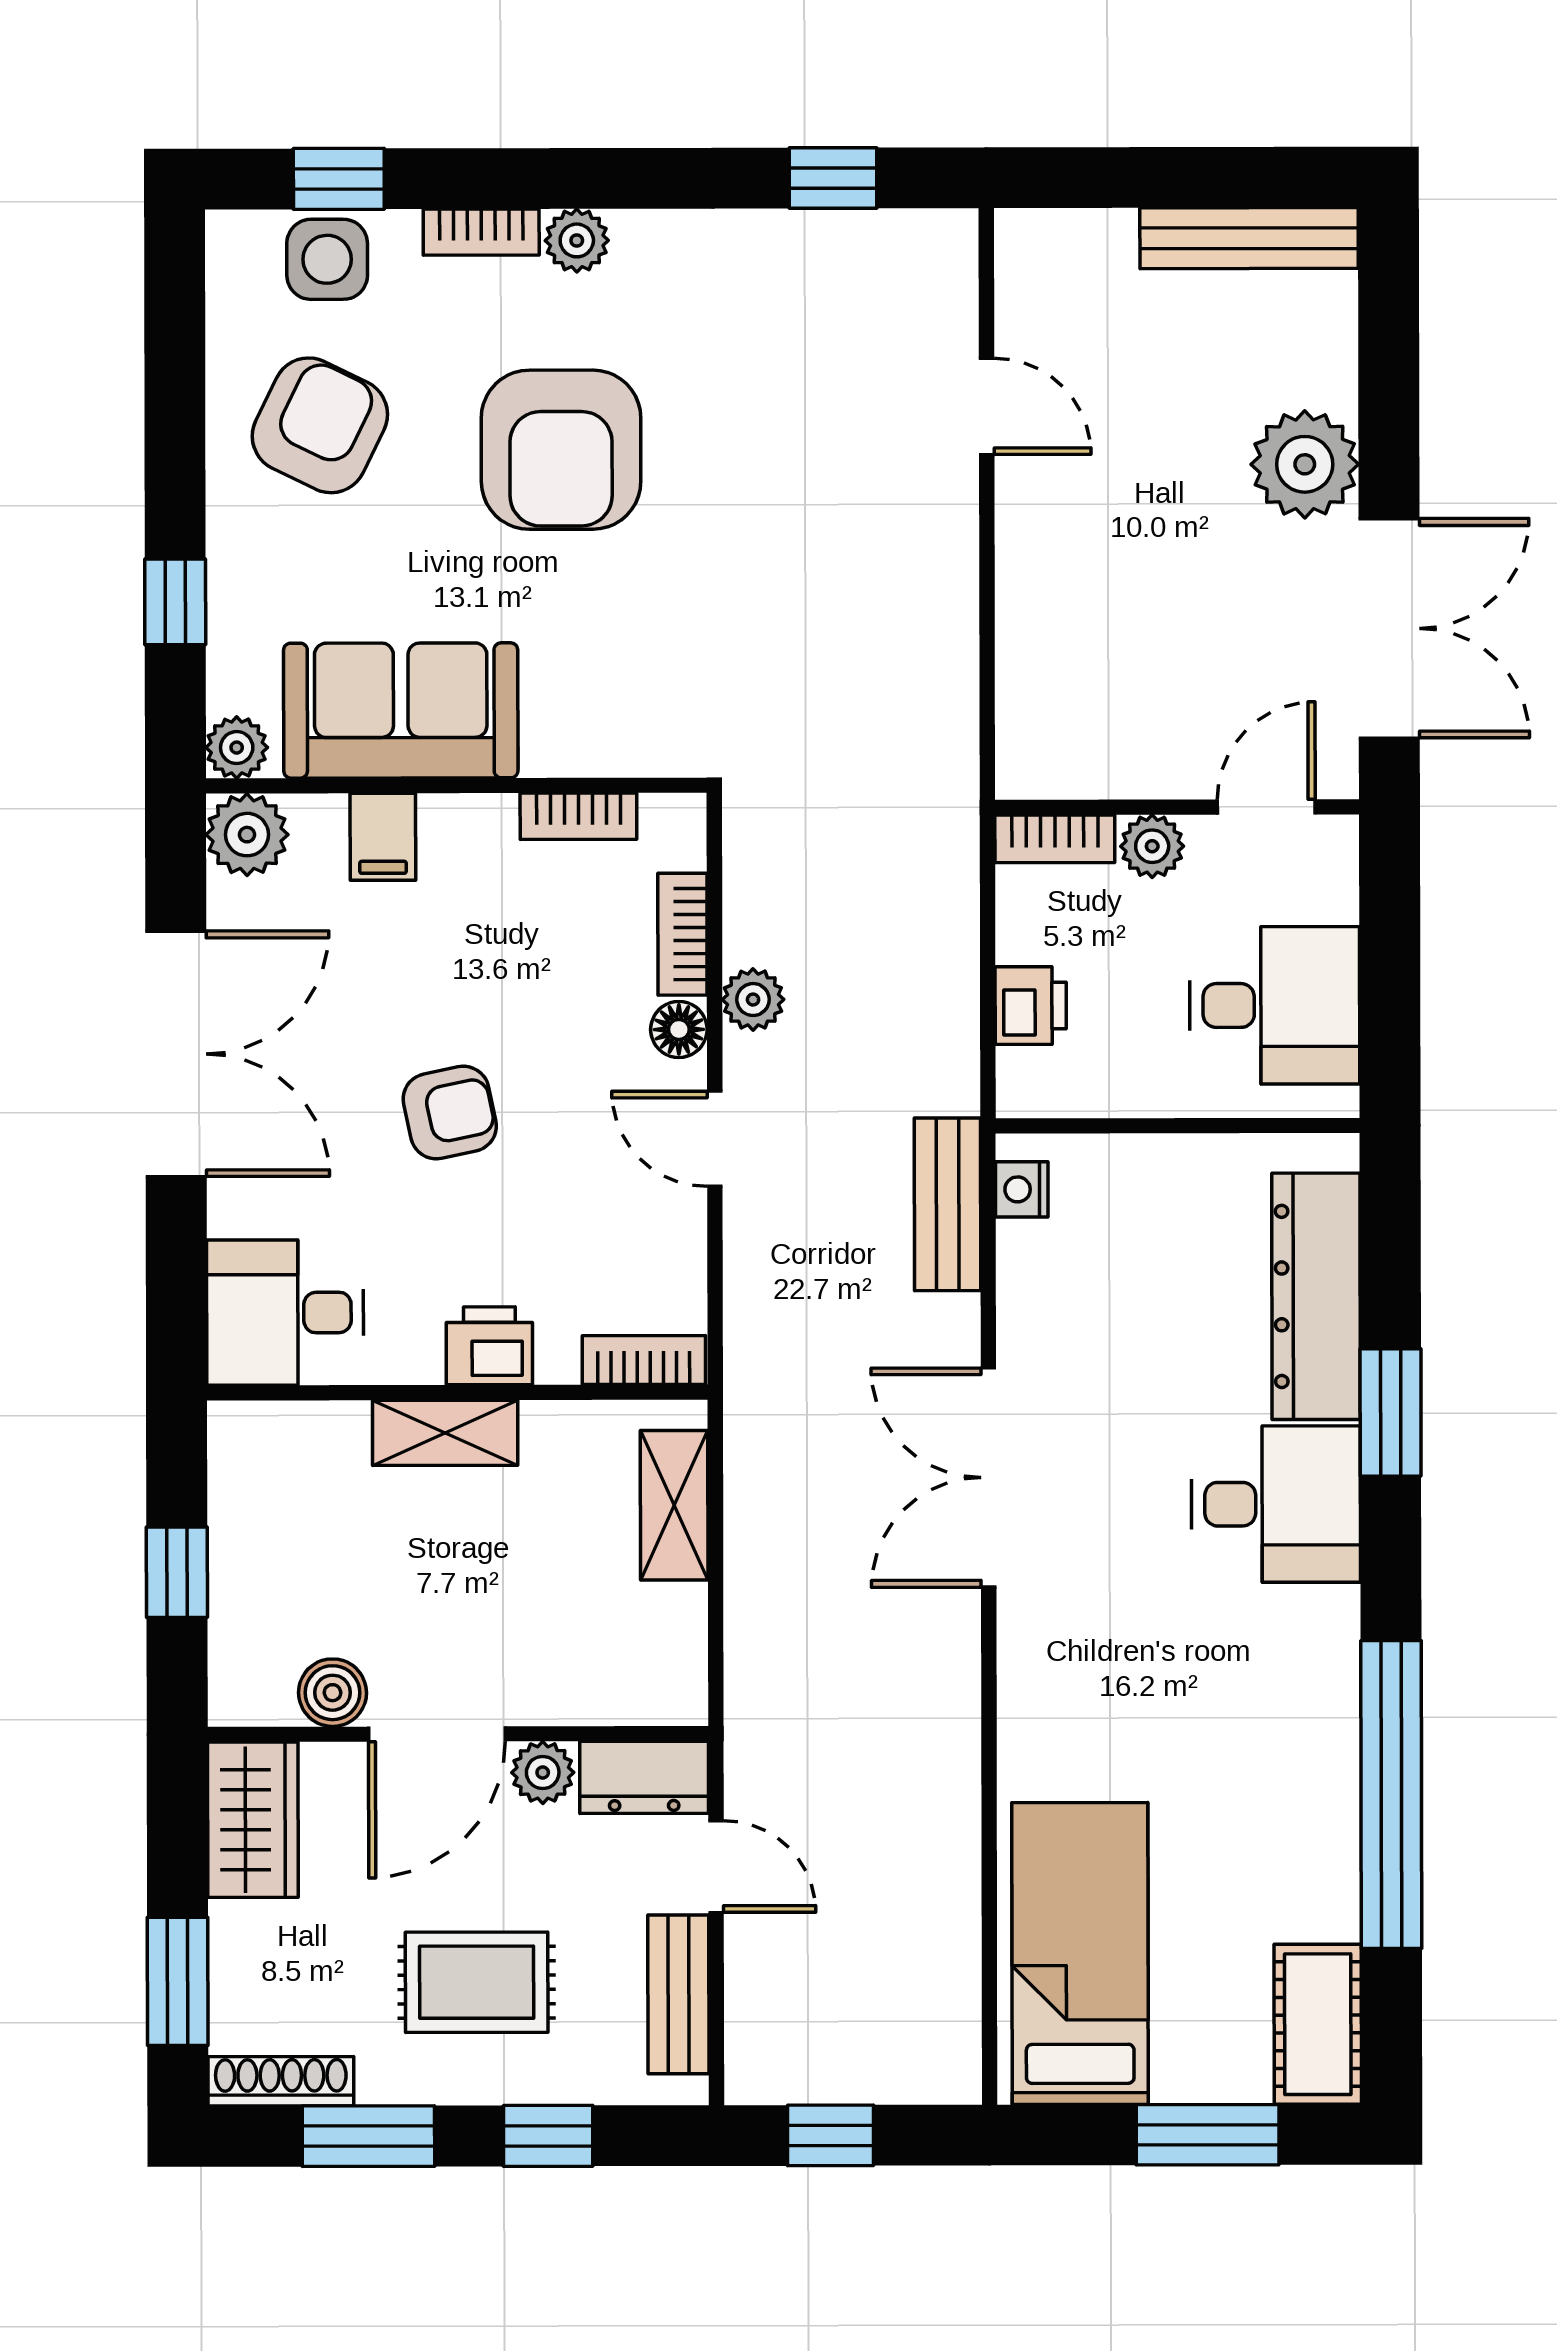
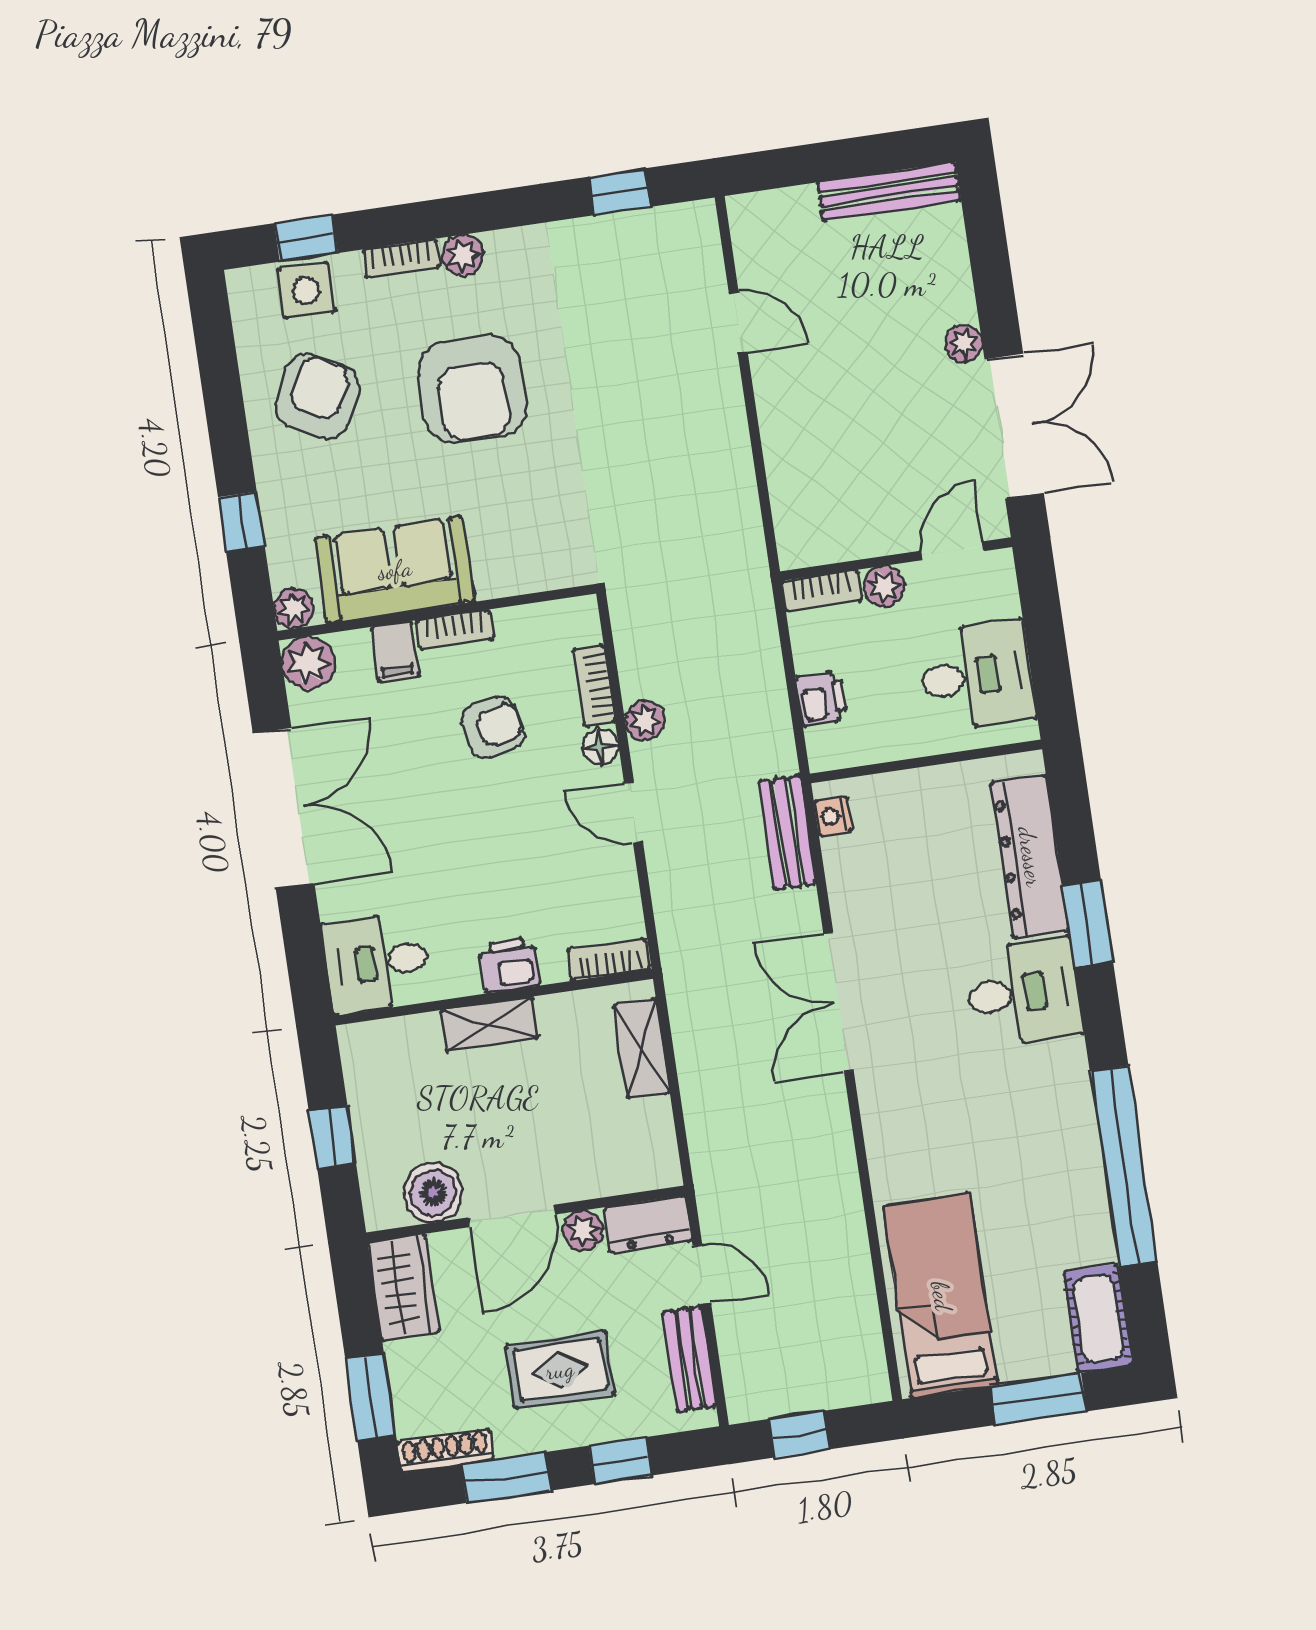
plant: (1305, 464) -> (964, 343), width x0.53, depth x0.53
bookcase: (578, 816) -> (455, 630), moved
armchair: (450, 1113) -> (493, 727), moved
boiler: (333, 1693) -> (433, 1193), width x1.36, depth x1.36

